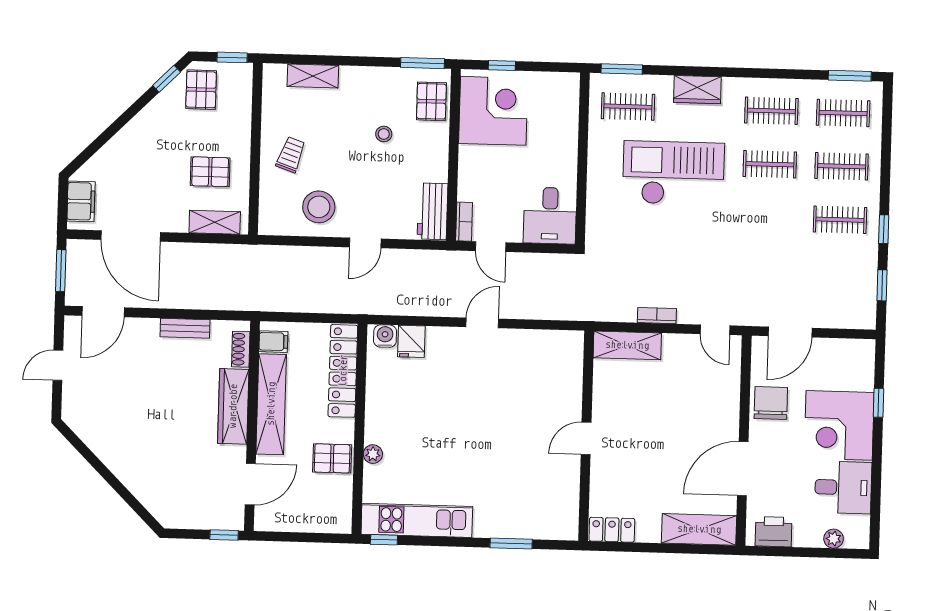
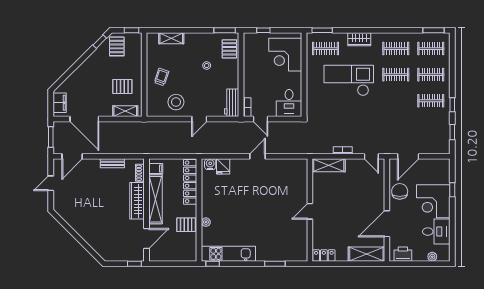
corner desk: (493, 111) -> (285, 55), moved, turned 180

